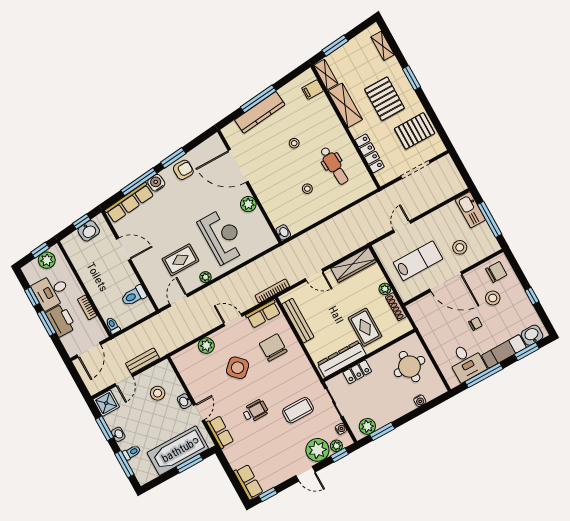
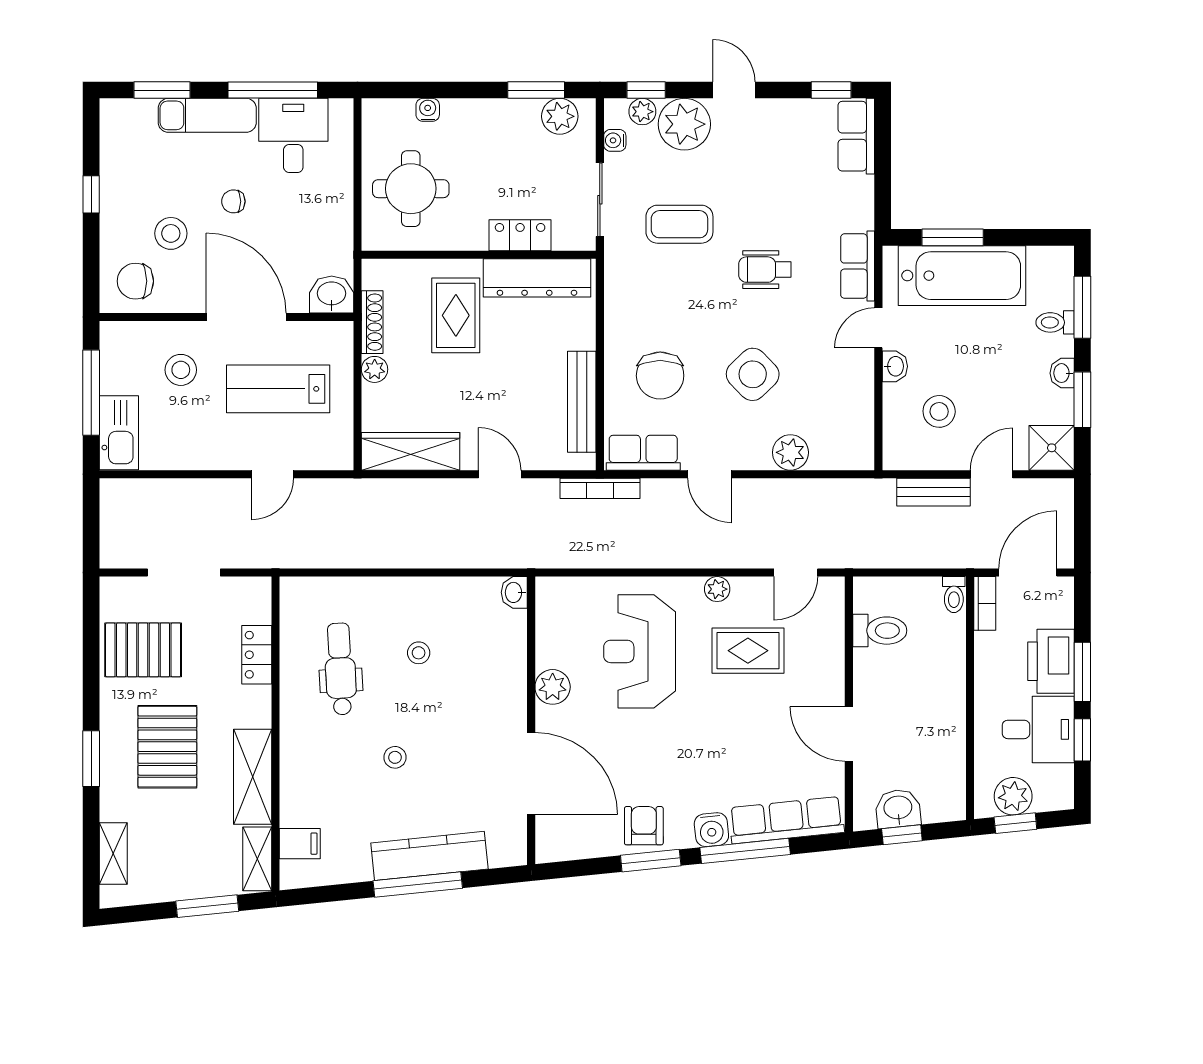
locker: (370, 153) -> (257, 655), width x0.66
armchair: (183, 170) -> (644, 826), turned 90
bookcase: (87, 307) -> (985, 603), moved
washbasin: (532, 335) -> (332, 294), moved, turned 180

